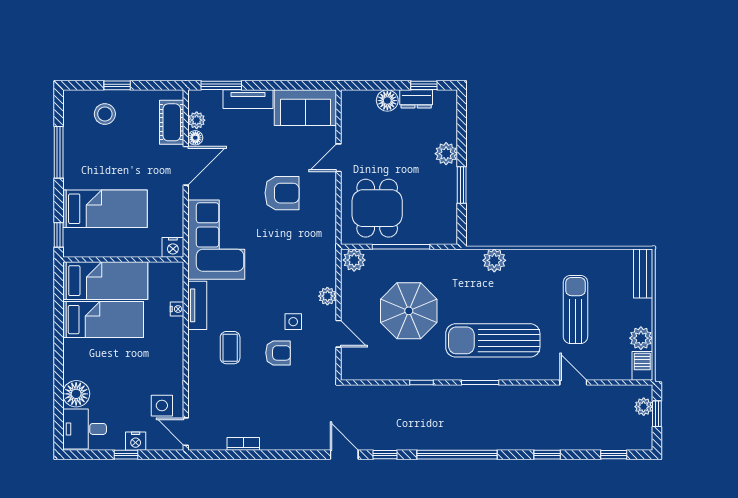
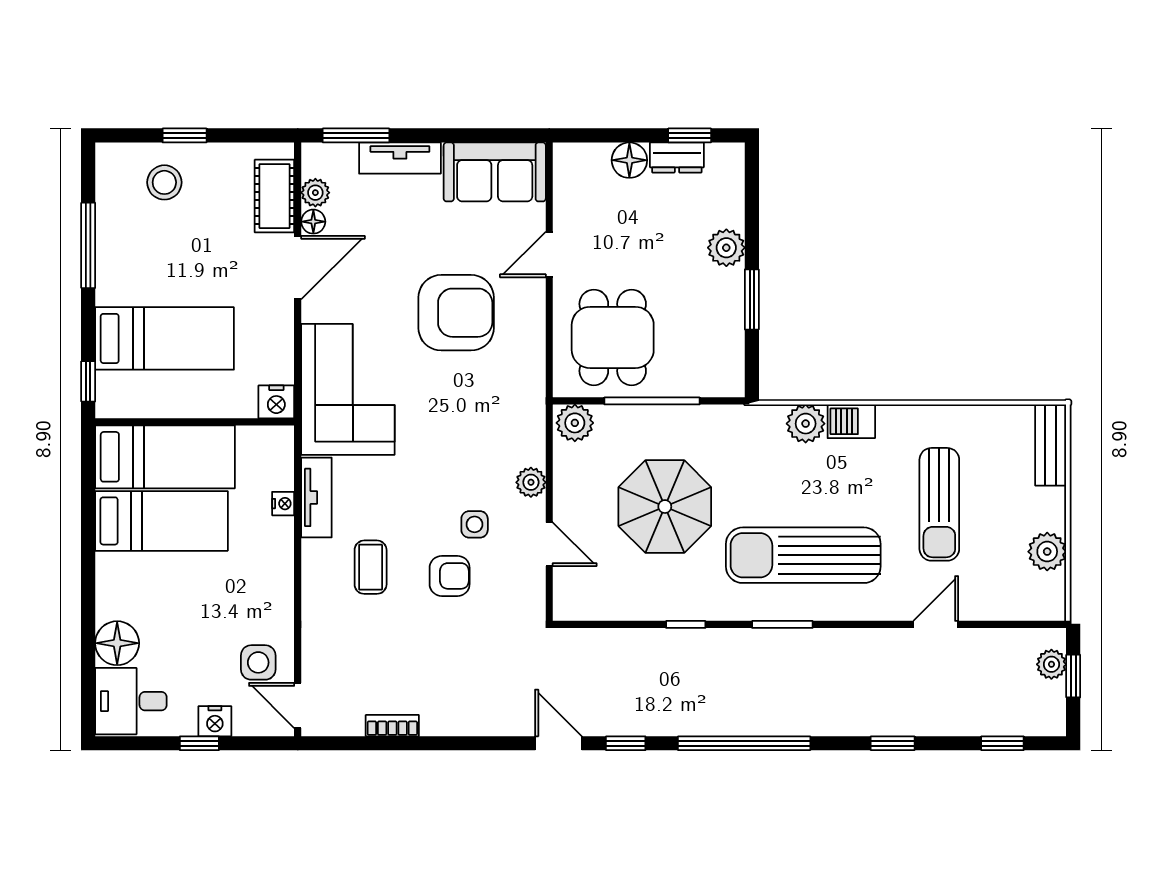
armchair: (282, 193) -> (456, 313), width x1.36, depth x1.36
sun lounger: (575, 309) -> (939, 504), turned 180
barbecue: (642, 366) -> (851, 421), moved, turned -90
door: (573, 382) -> (936, 624), hinge flipped

